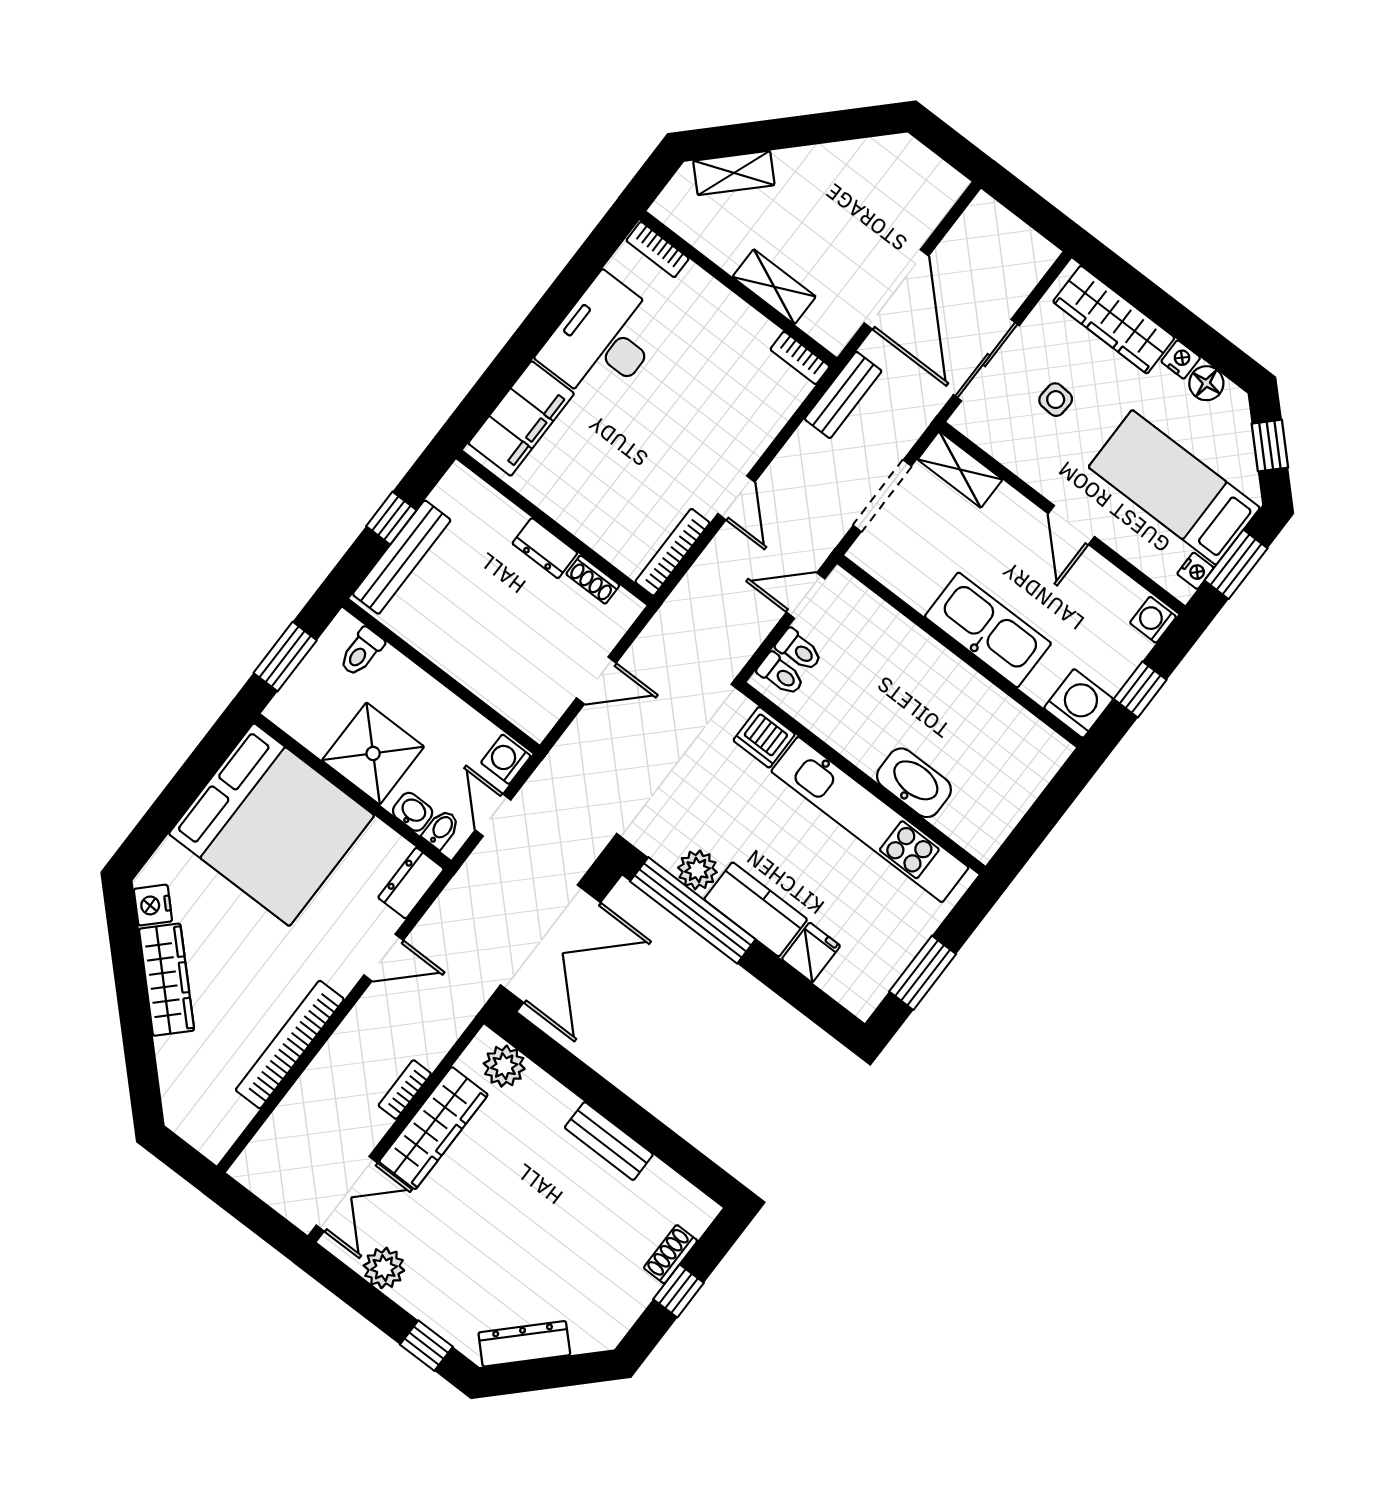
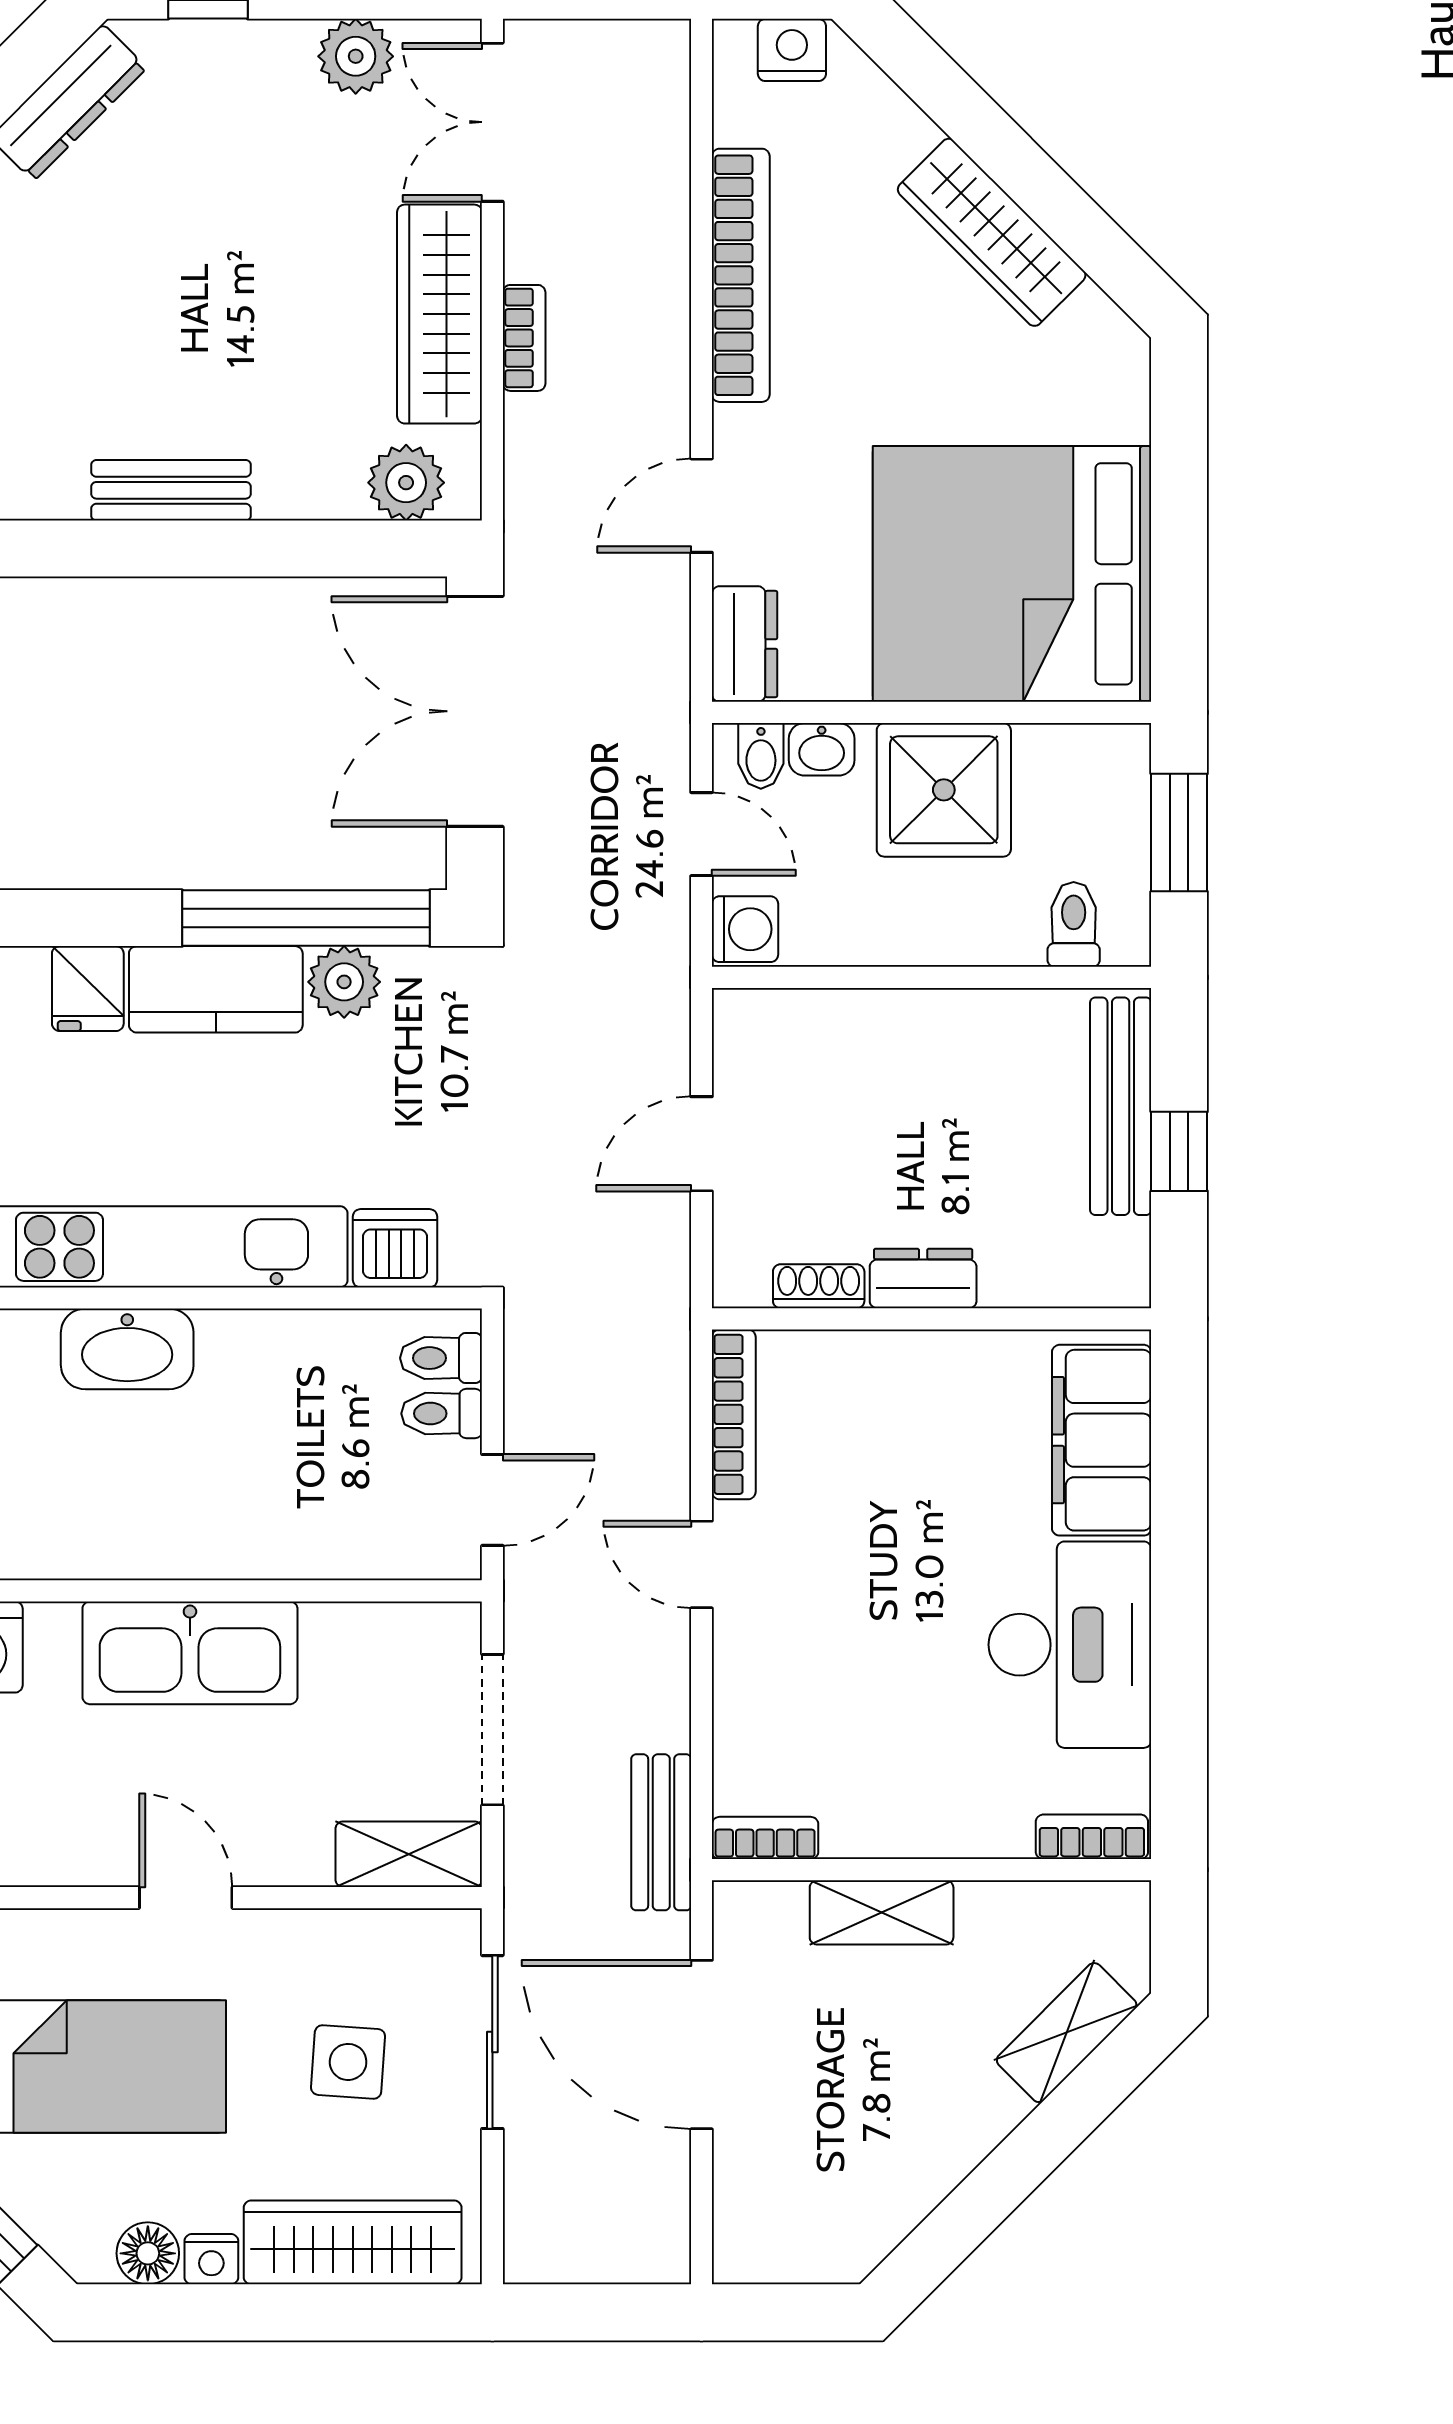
side table: (1056, 400) -> (348, 2062), width x1.37, depth x1.37
nightstand: (153, 905) -> (792, 50), moved, turned -45

